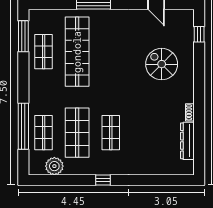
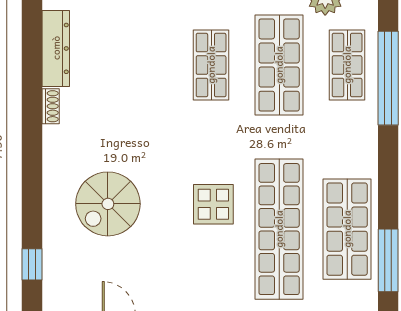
shop shelf: (44, 52) -> (347, 229), width x1.43, depth x1.36
display table: (110, 64) -> (213, 204), added
spiral stairs: (162, 64) -> (108, 204), turned 90

